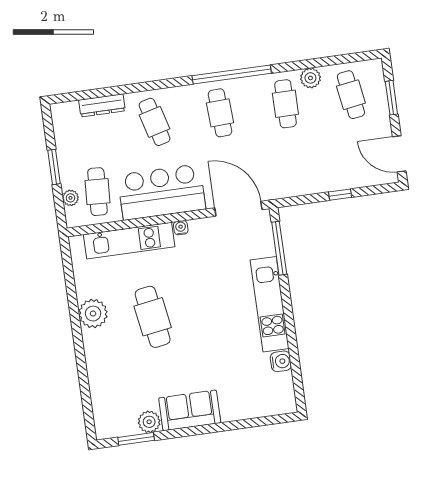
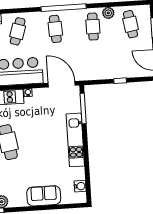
cafe table: (155, 122) -> (18, 31), turned 33
water cooler: (281, 361) -> (80, 186), moved
sofa: (190, 410) -> (44, 196), moved

